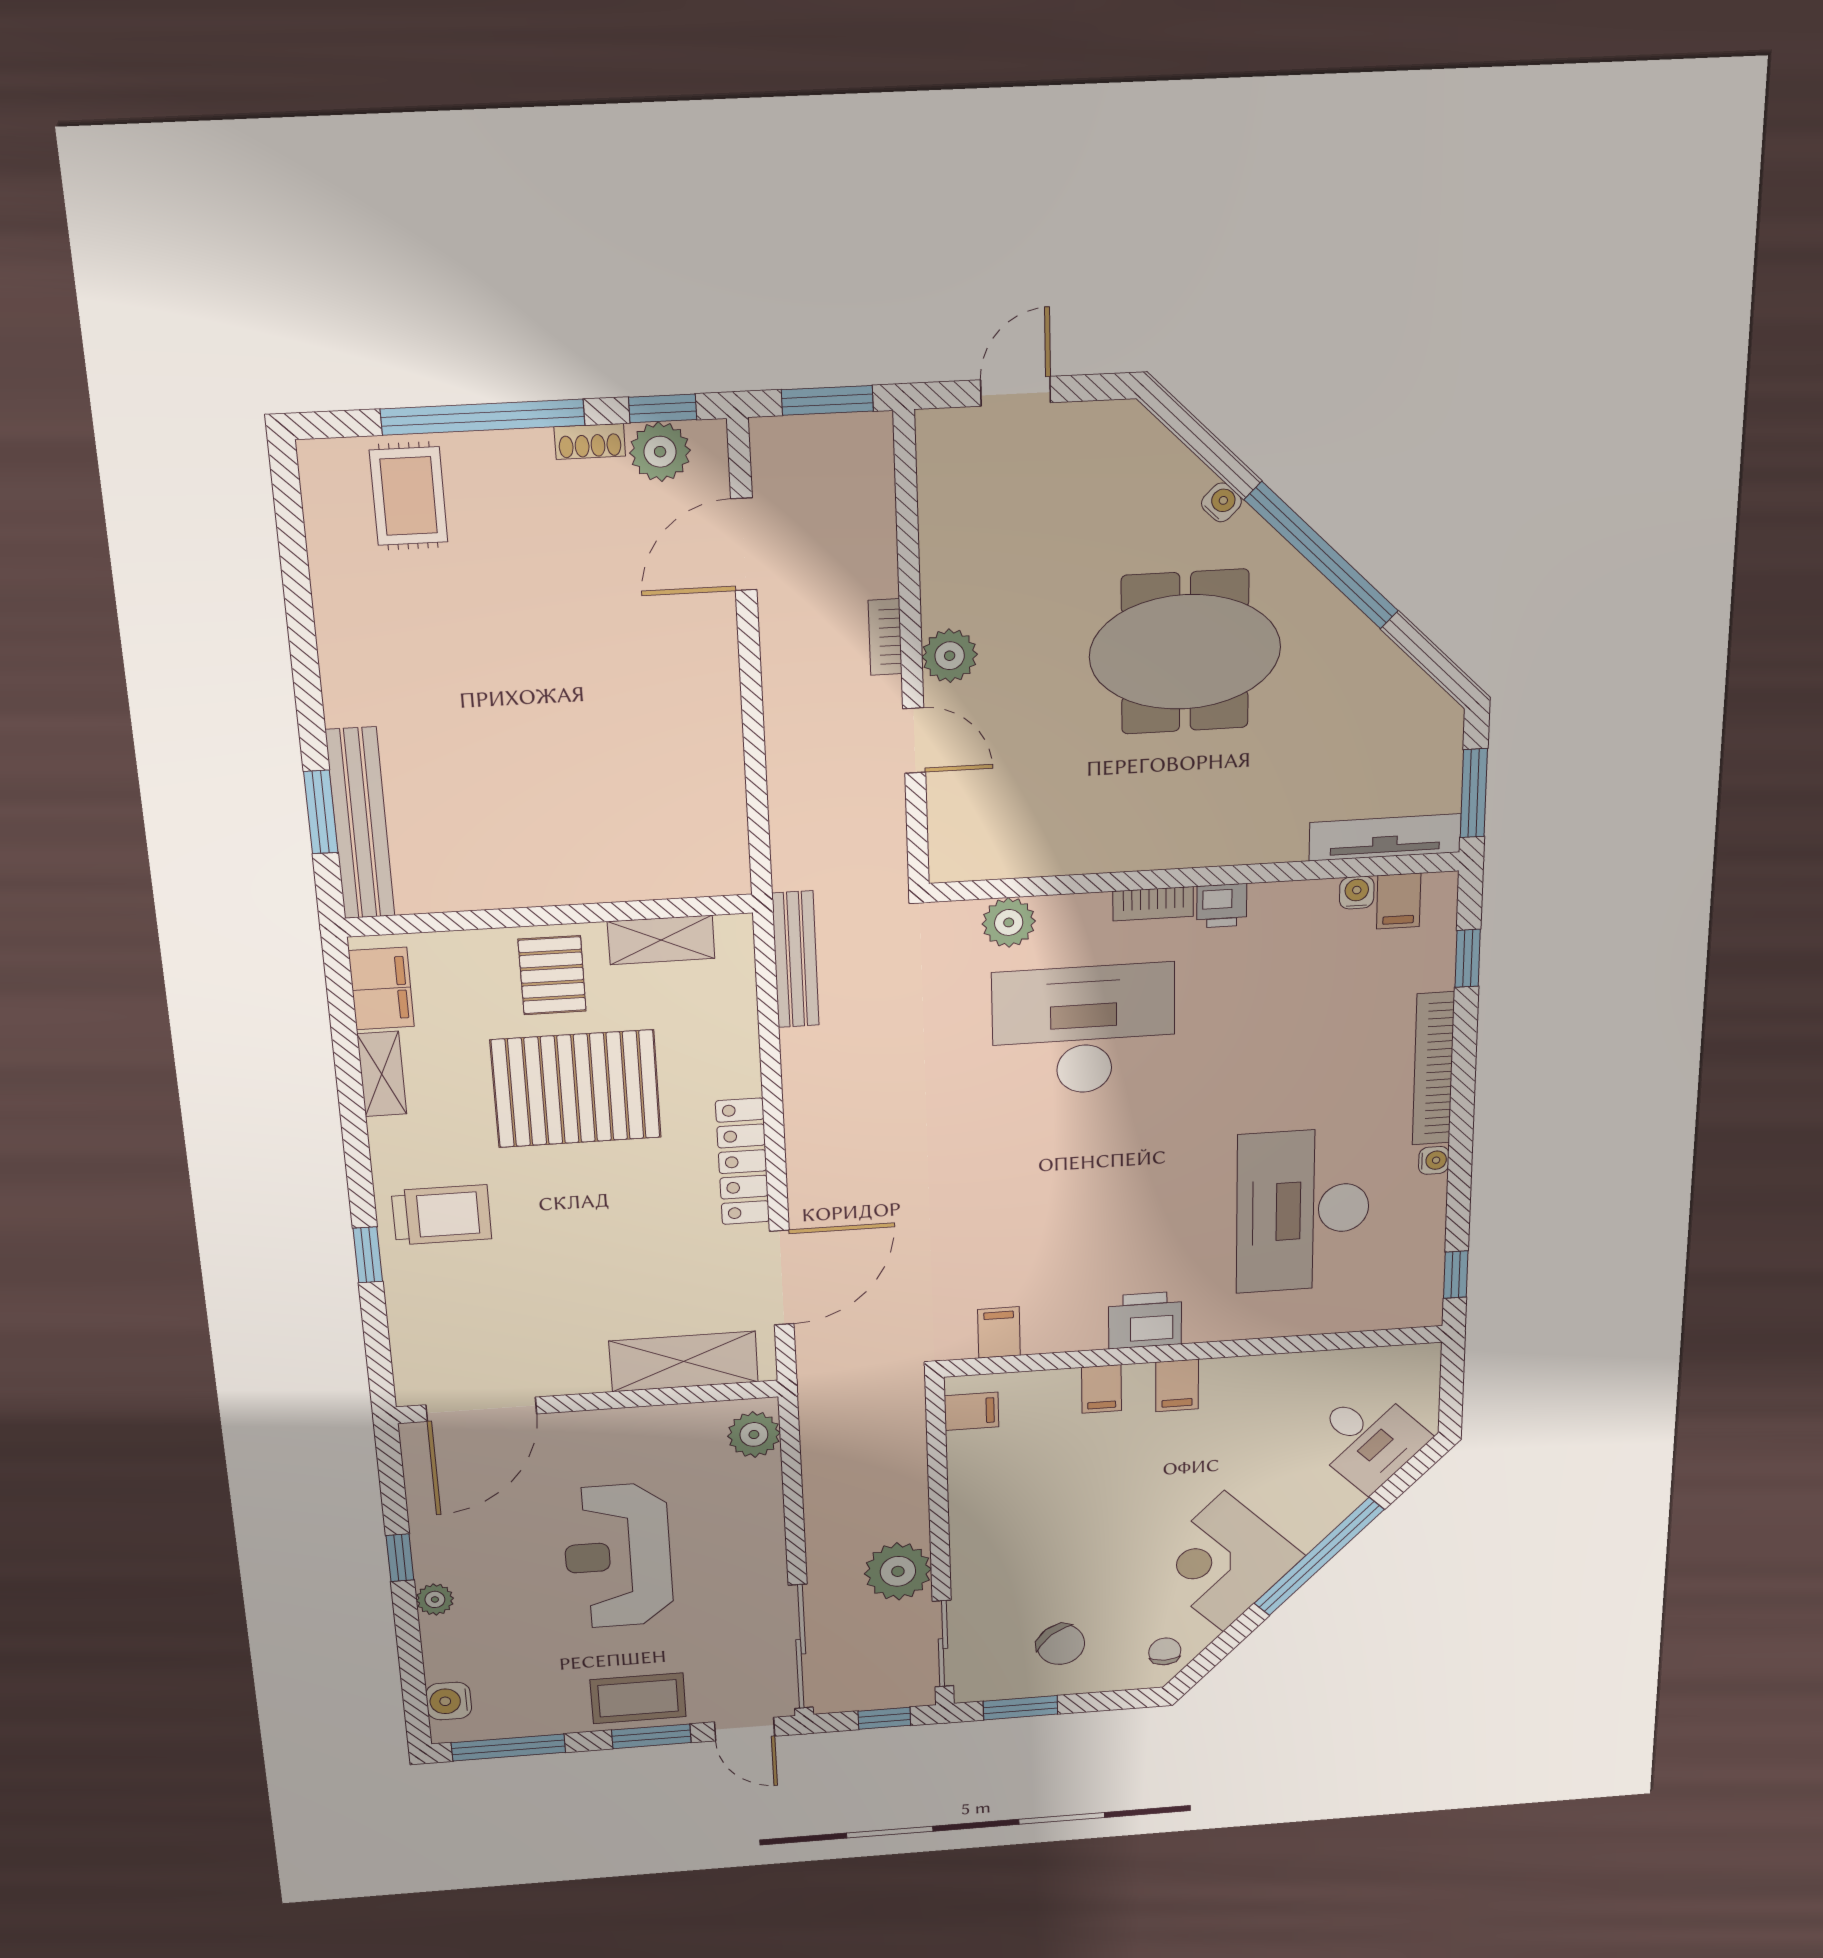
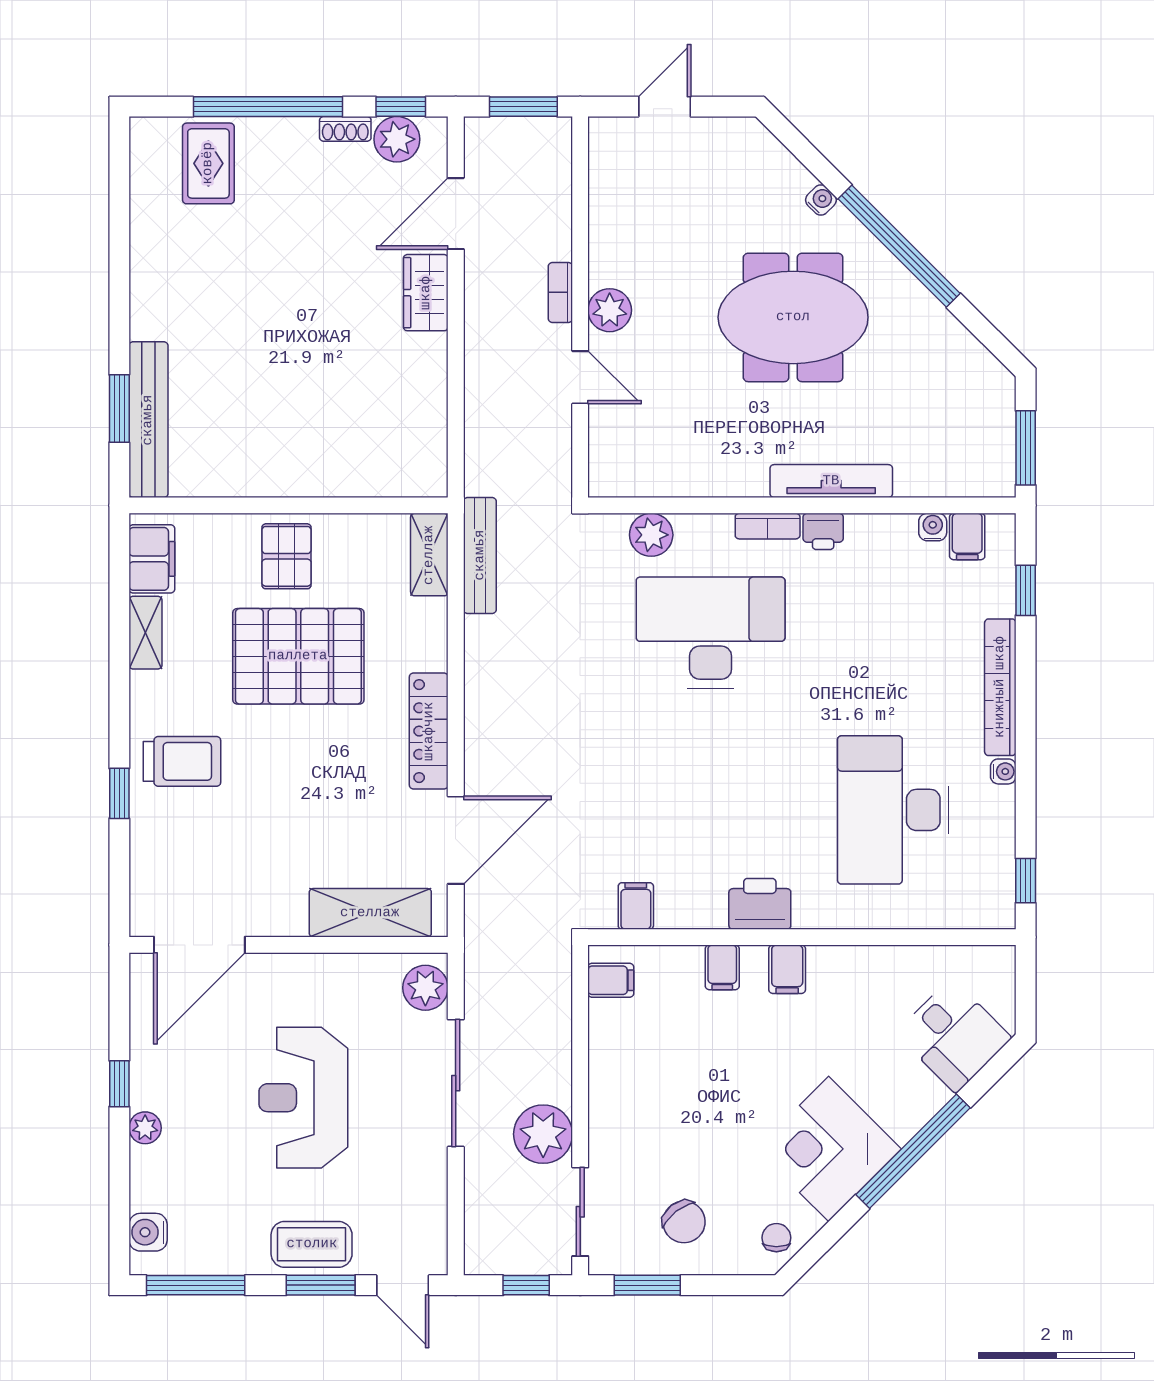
wardrobe: (710, 647) -> (426, 293), added
tv unit: (1385, 837) -> (831, 481), moved
shelving: (661, 940) -> (429, 555), moved, turned 90
sliding door: (801, 1647) -> (456, 1083), moved

